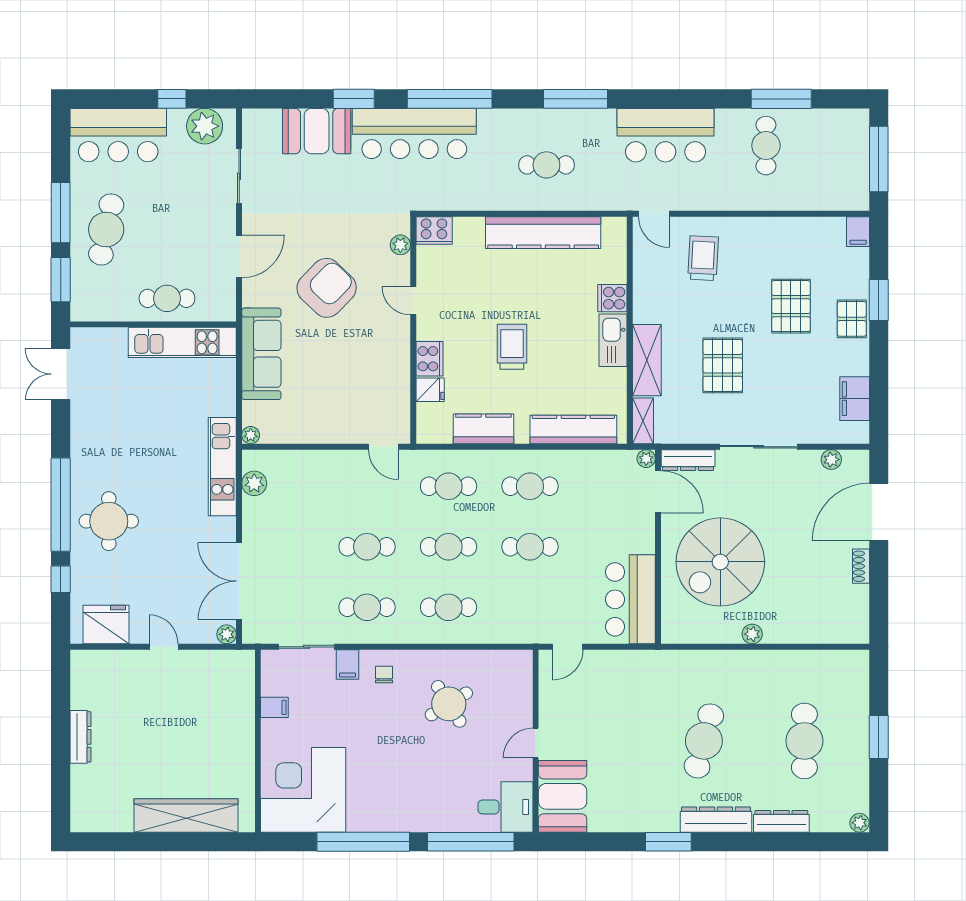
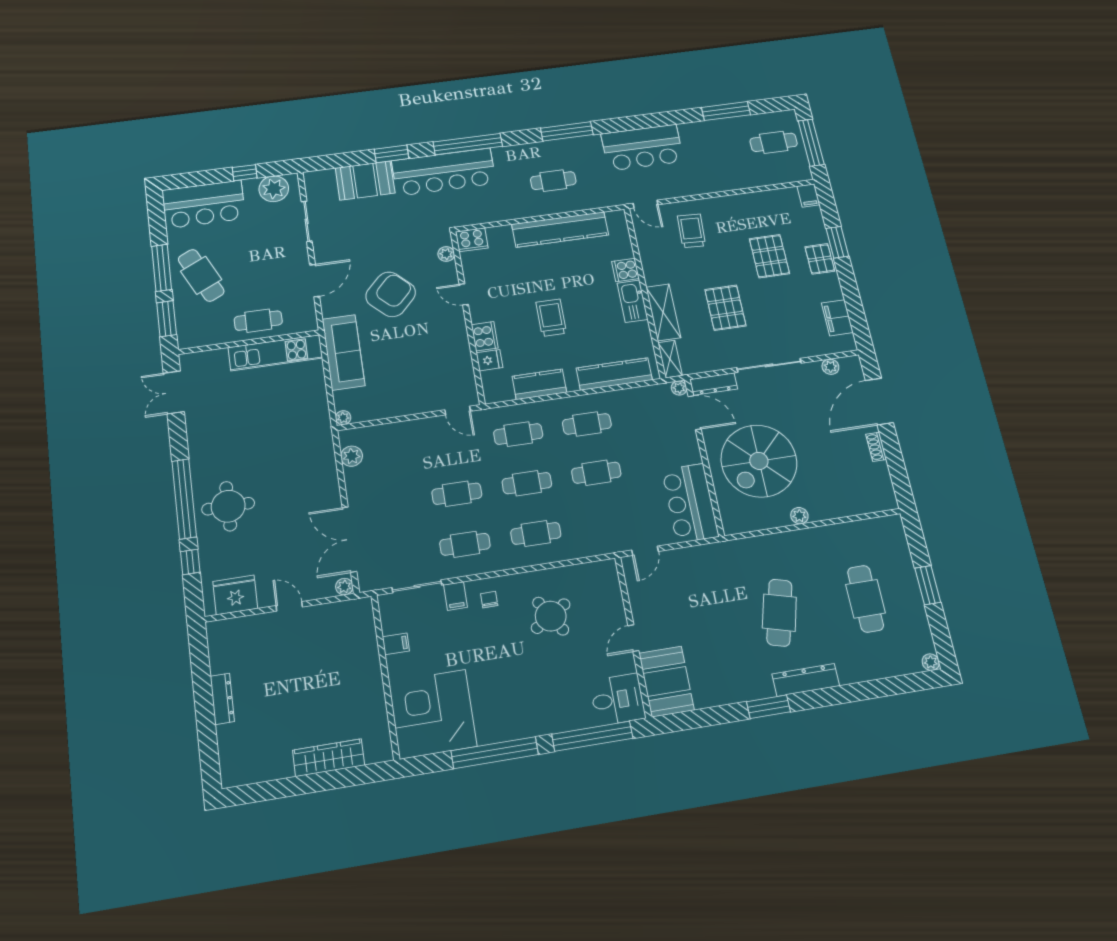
cafe table: (766, 146) -> (774, 142), moved, turned 90
cafe table: (106, 229) -> (201, 275), turned -38
kitchen unit: (222, 467) -> (322, 447), removed
wardrobe: (186, 815) -> (329, 758), width x0.71, depth x0.85
dresser: (781, 821) -> (863, 672), removed

